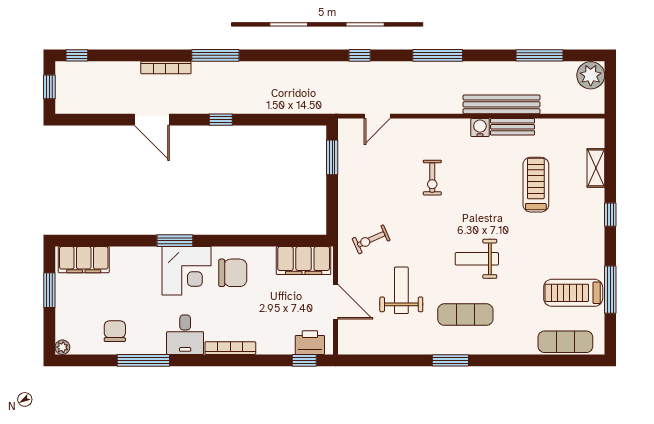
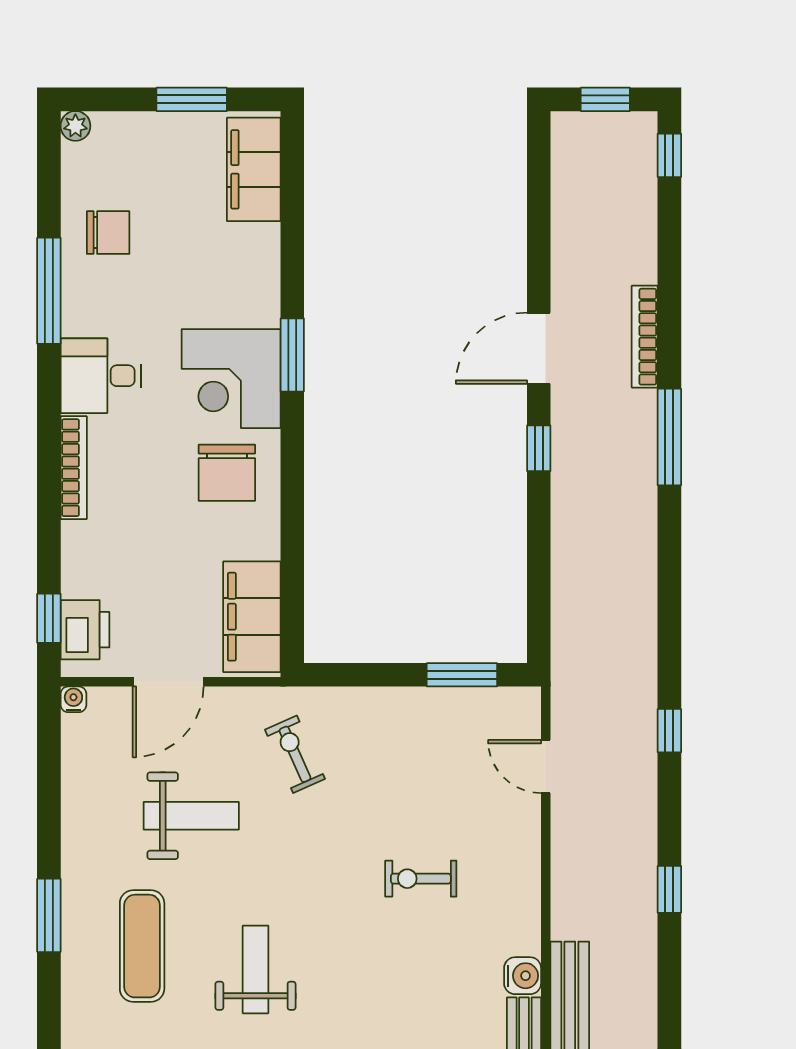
window: (438, 55) -> (669, 889), width x0.46
door: (152, 120) -> (539, 348), moved
water cooler: (344, 348) -> (73, 699), added

